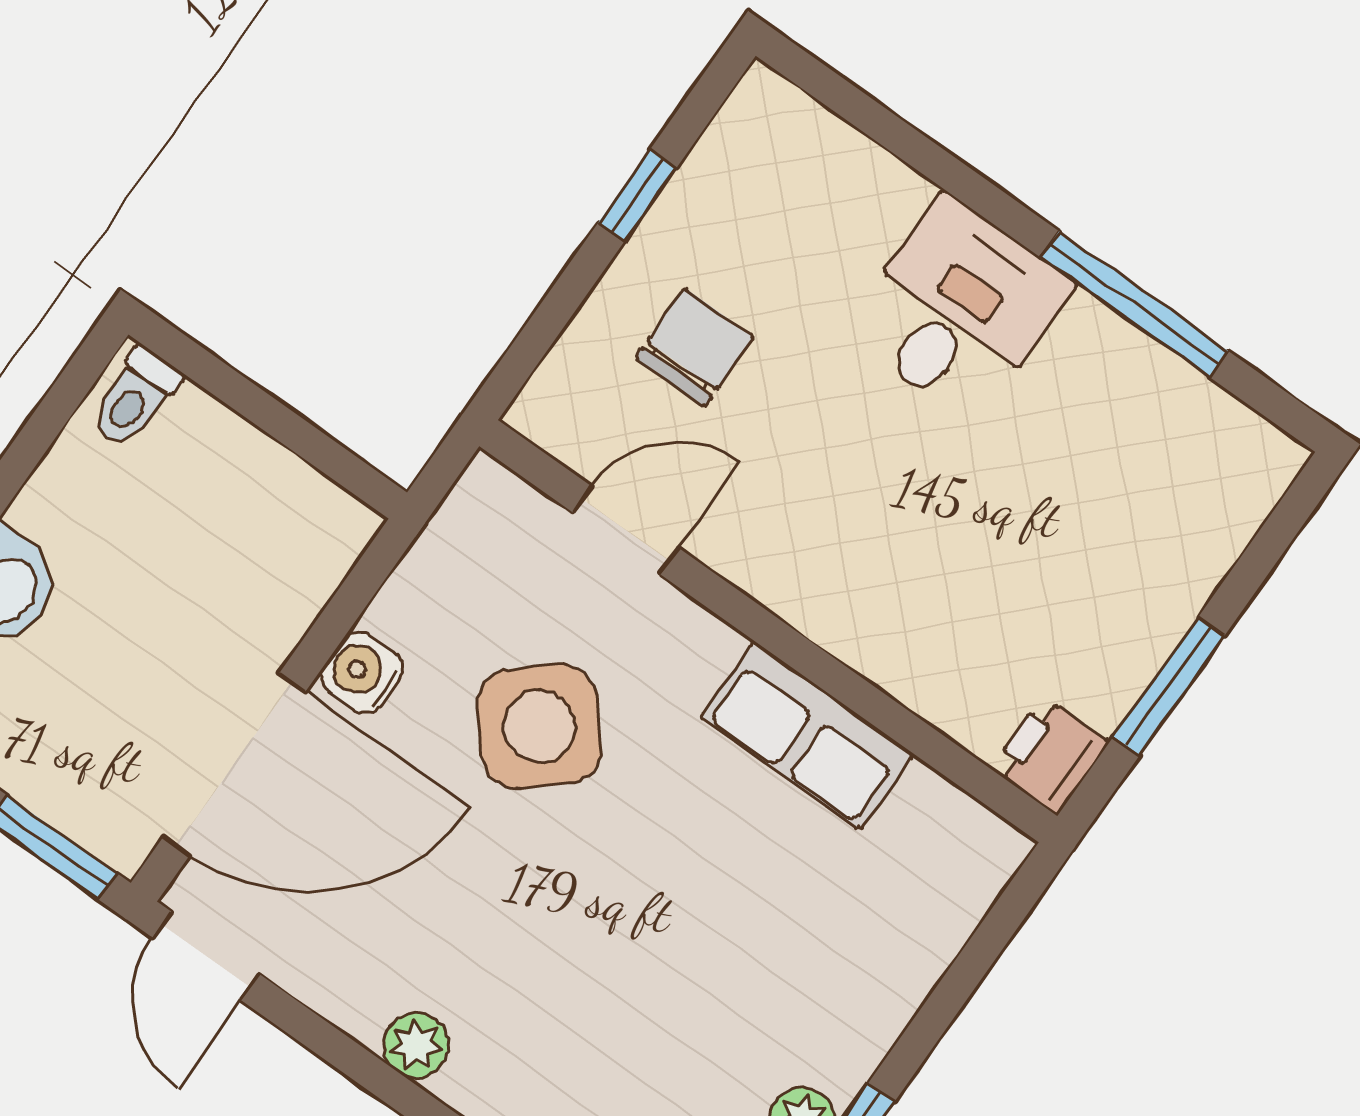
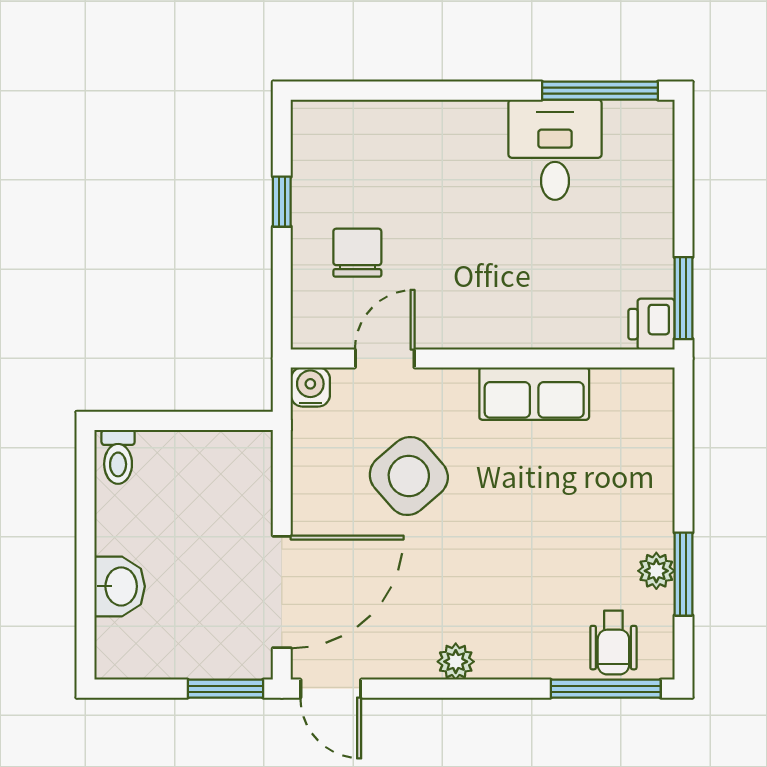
window: (1134, 304) -> (600, 91), moved
desk: (959, 309) -> (555, 150), moved
water cooler: (362, 672) -> (310, 387), moved, turned 90
window: (1169, 686) -> (683, 298), moved

